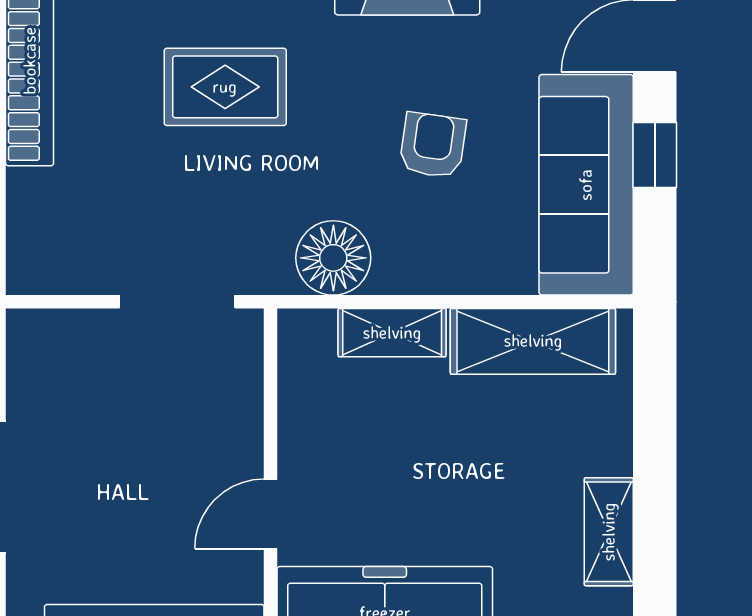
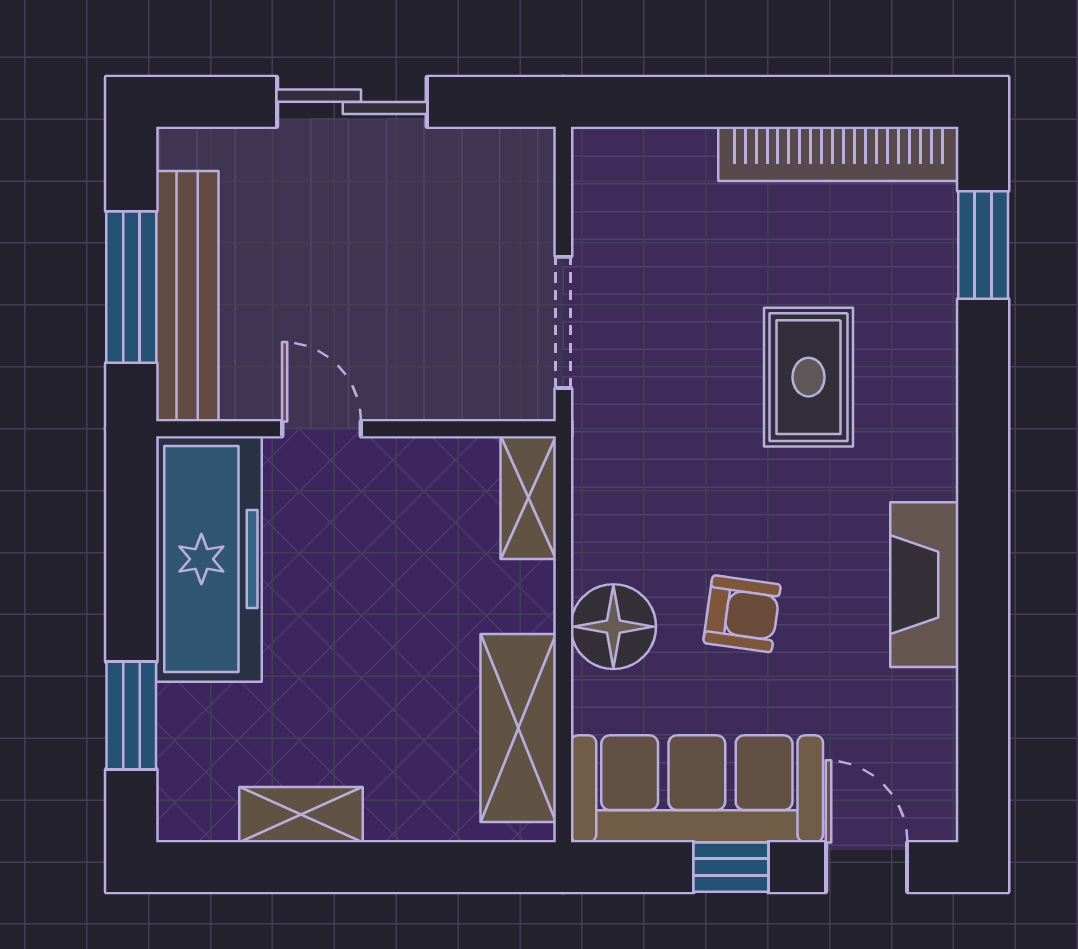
floor lamp: (333, 258) -> (613, 627), moved
shelving: (392, 333) -> (528, 498), moved

